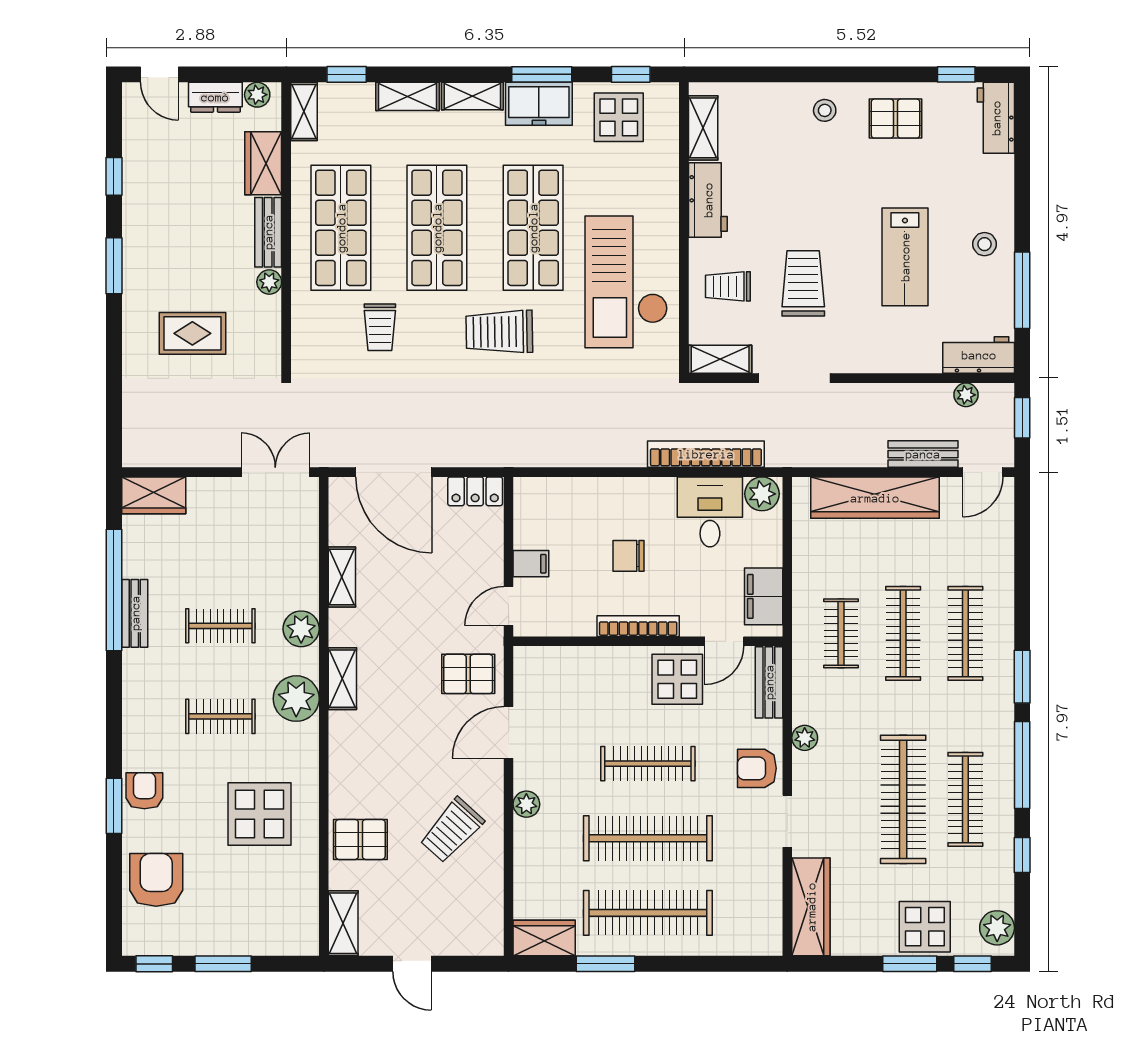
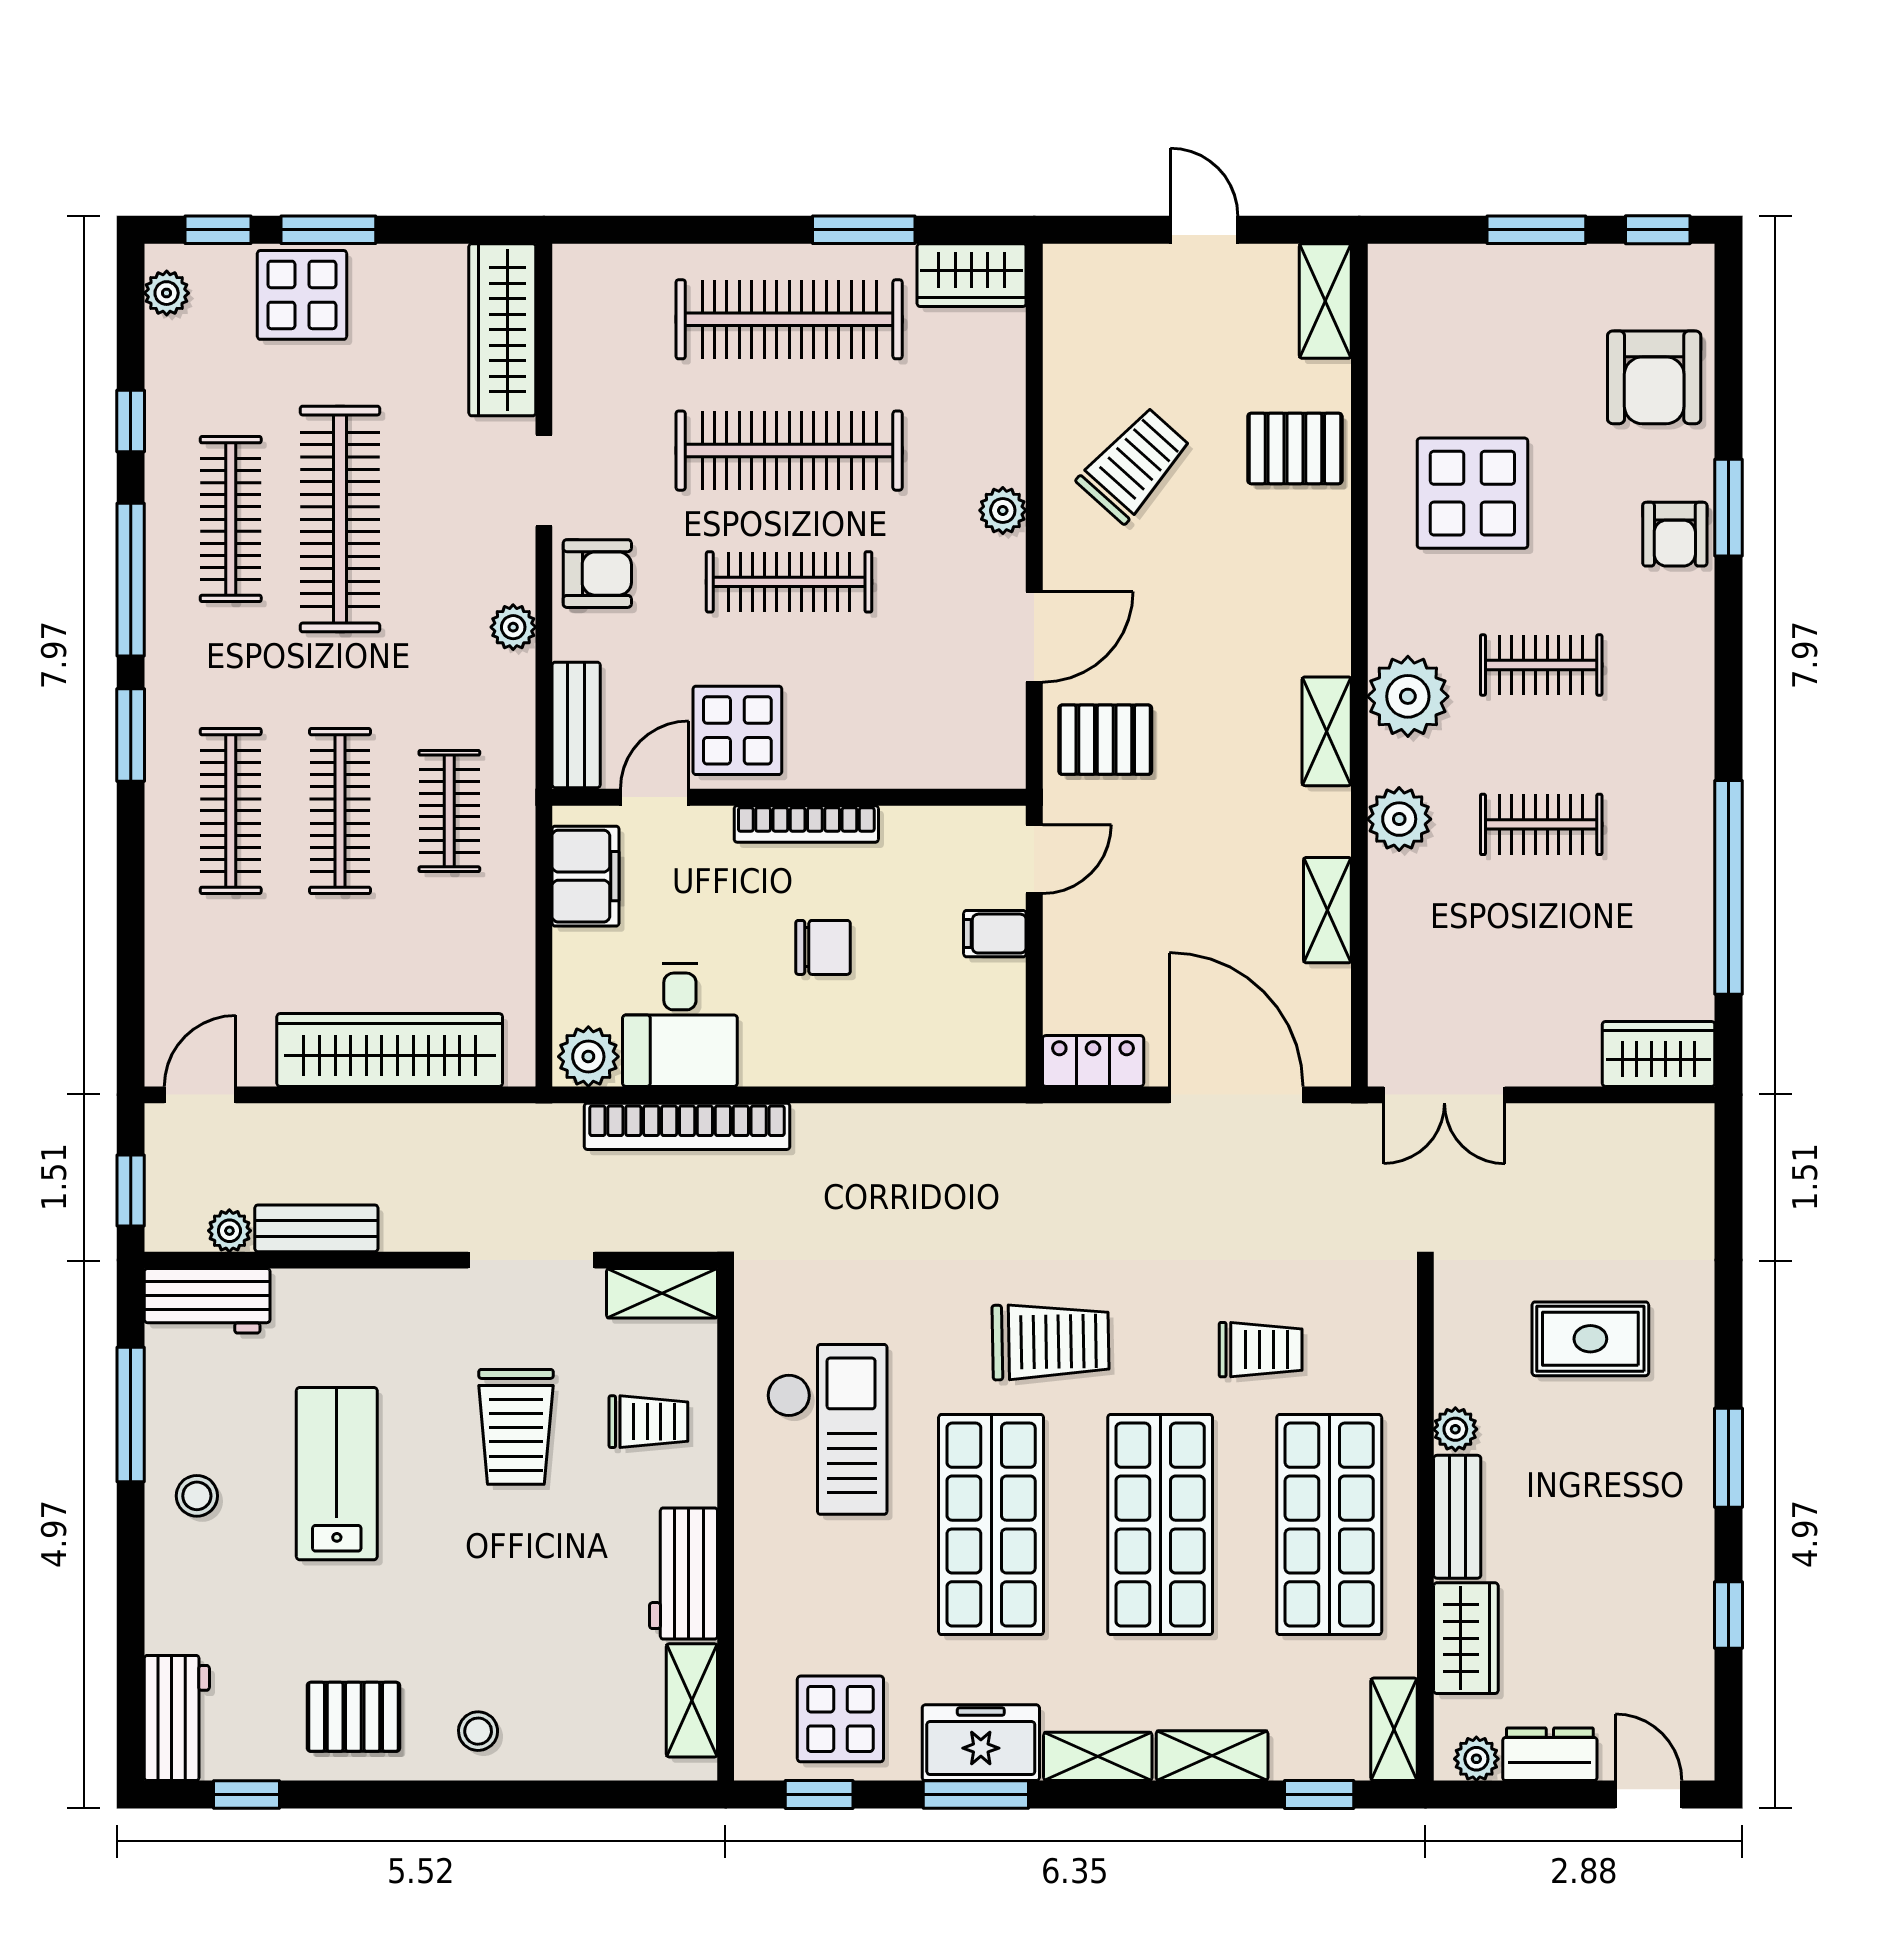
checkout: (626, 282) -> (827, 1429), width x0.73, depth x0.83
trolley: (380, 327) -> (1261, 1350), turned 90
bench: (923, 454) -> (316, 1228), moved
bench: (135, 613) -> (1692, 846), removed
plant: (997, 928) -> (167, 293), width x0.73, depth x0.73

